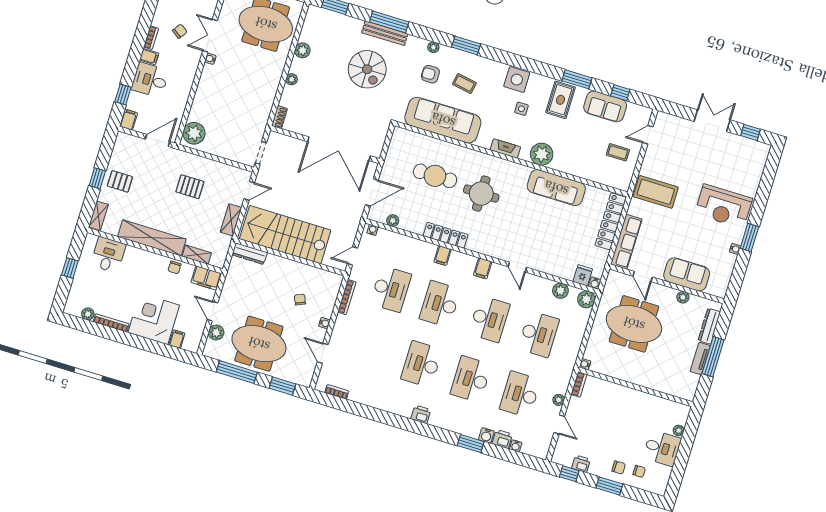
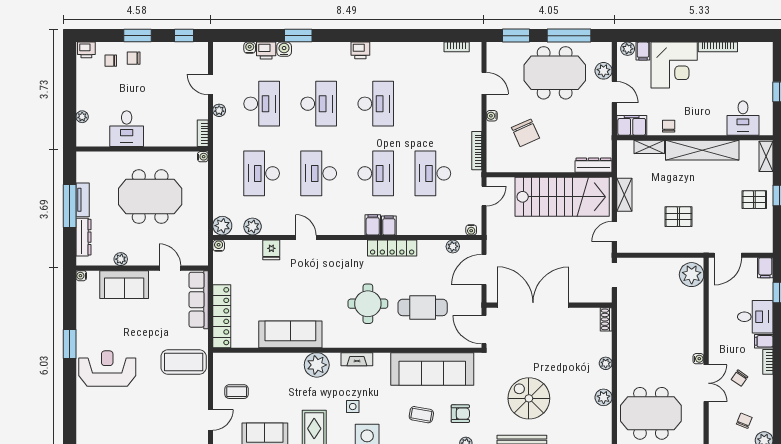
door: (388, 140) -> (484, 330), added
water cooler: (735, 249) -> (81, 276), moved
filing cabinet: (483, 268) -> (373, 225), moved
fridge: (583, 275) -> (271, 250), moved
chair: (300, 300) -> (526, 133), width x1.87, depth x1.87
plant: (88, 314) -> (628, 49), moved
meeting table: (634, 324) -> (150, 197), moved
desk: (662, 448) -> (127, 129), moved, turned -90
printer: (581, 464) -> (86, 50), moved

